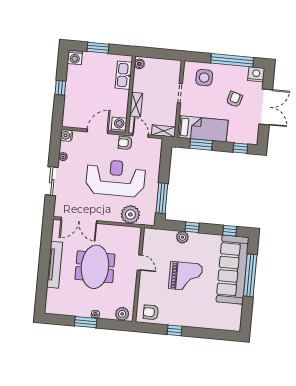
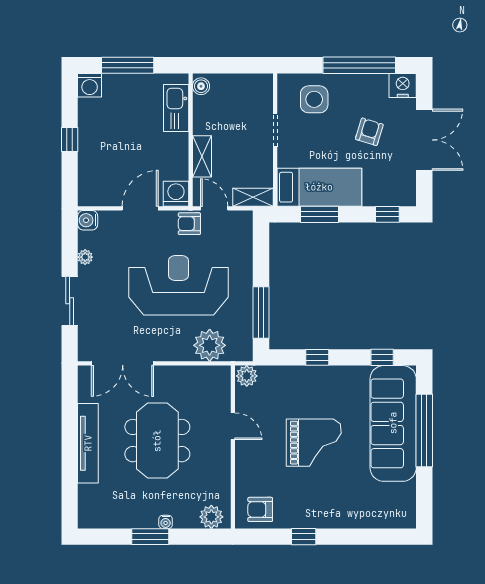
window: (98, 48) -> (128, 65), width x1.44
plant: (182, 237) -> (247, 376), moved

